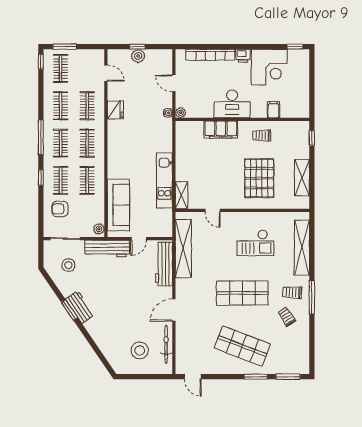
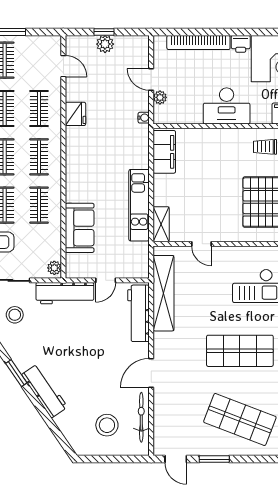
plant: (181, 113) -> (160, 97), moved
filing cabinet: (221, 130) -> (164, 152), moved, turned -90
sofa: (118, 205) -> (80, 228), width x0.73
workbench: (80, 307) -> (45, 391), moved, width x1.38
window: (256, 377) -> (214, 459), moved

